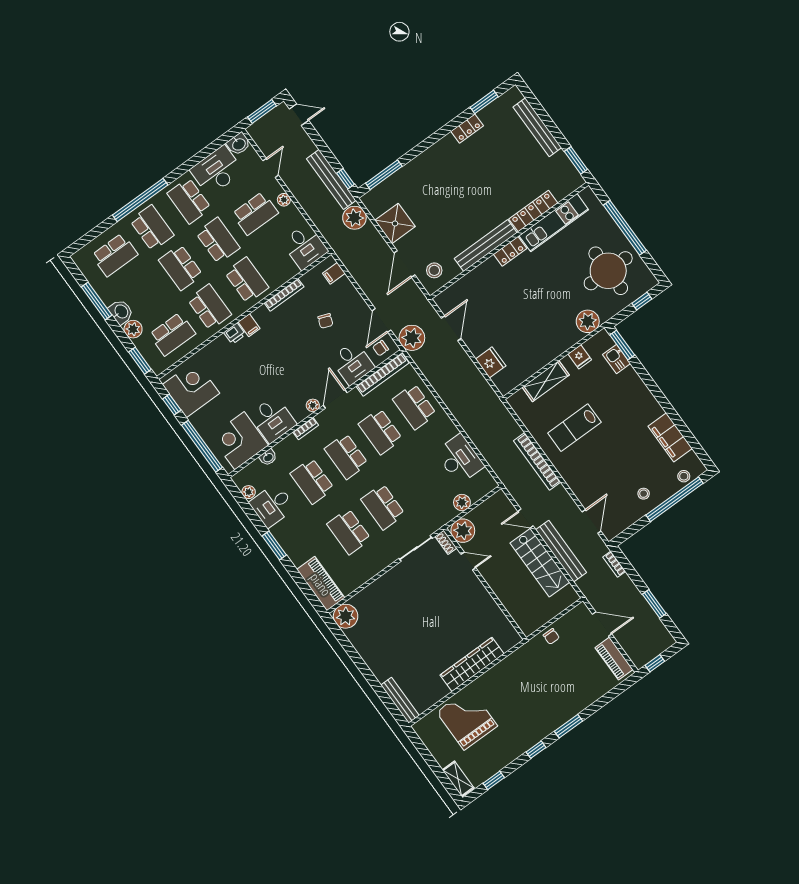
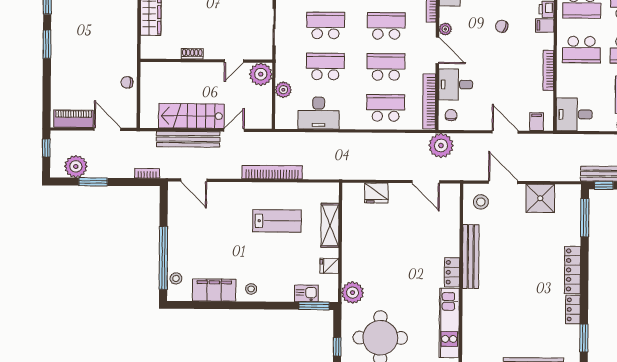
locker: (533, 211) -> (573, 270), moved, turned 180
plant: (354, 218) -> (76, 166), moved
door: (381, 320) -> (505, 132), moved
chair: (325, 321) -> (502, 26), moved
lab bench: (574, 428) -> (277, 221), turned 90
school desk: (417, 482) -> (325, 66), added
stool: (644, 494) -> (251, 289), moved
shoe rack: (446, 542) -> (192, 54), moved
door: (602, 624) -> (107, 129), swing flipped

